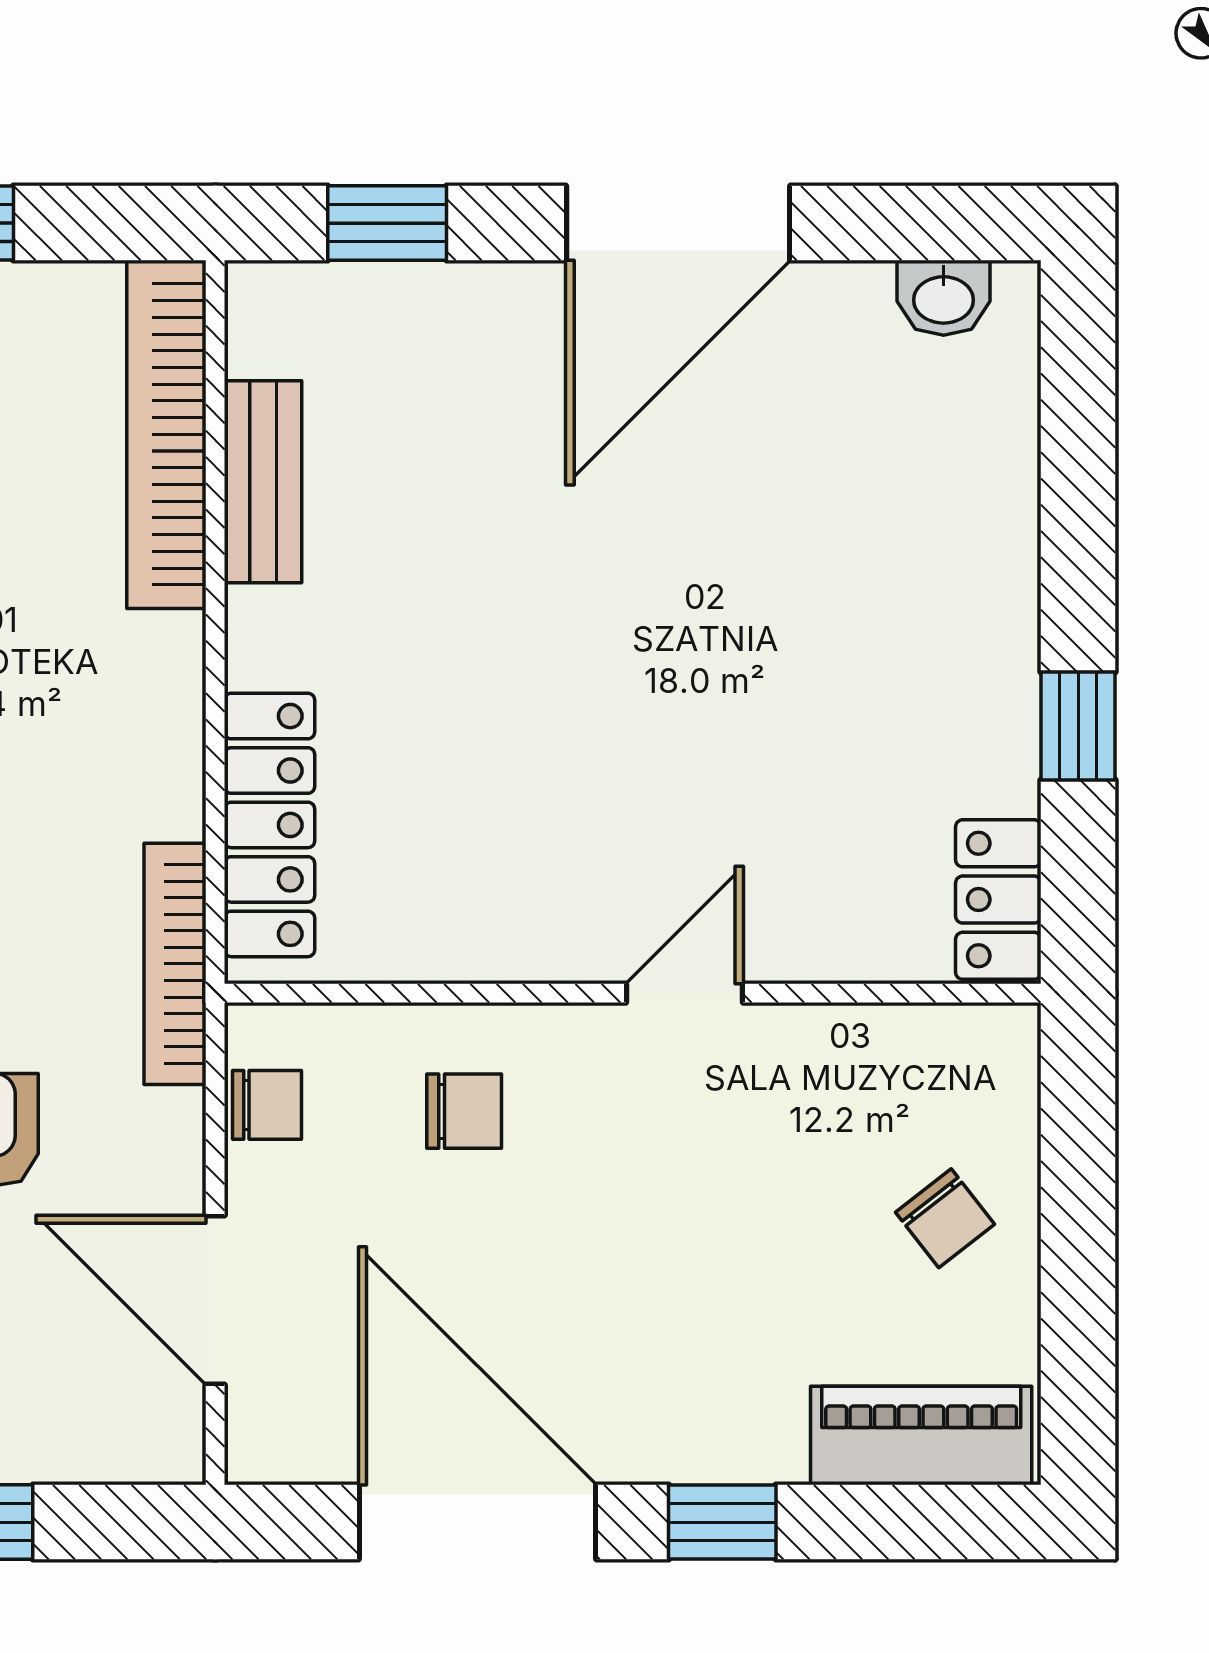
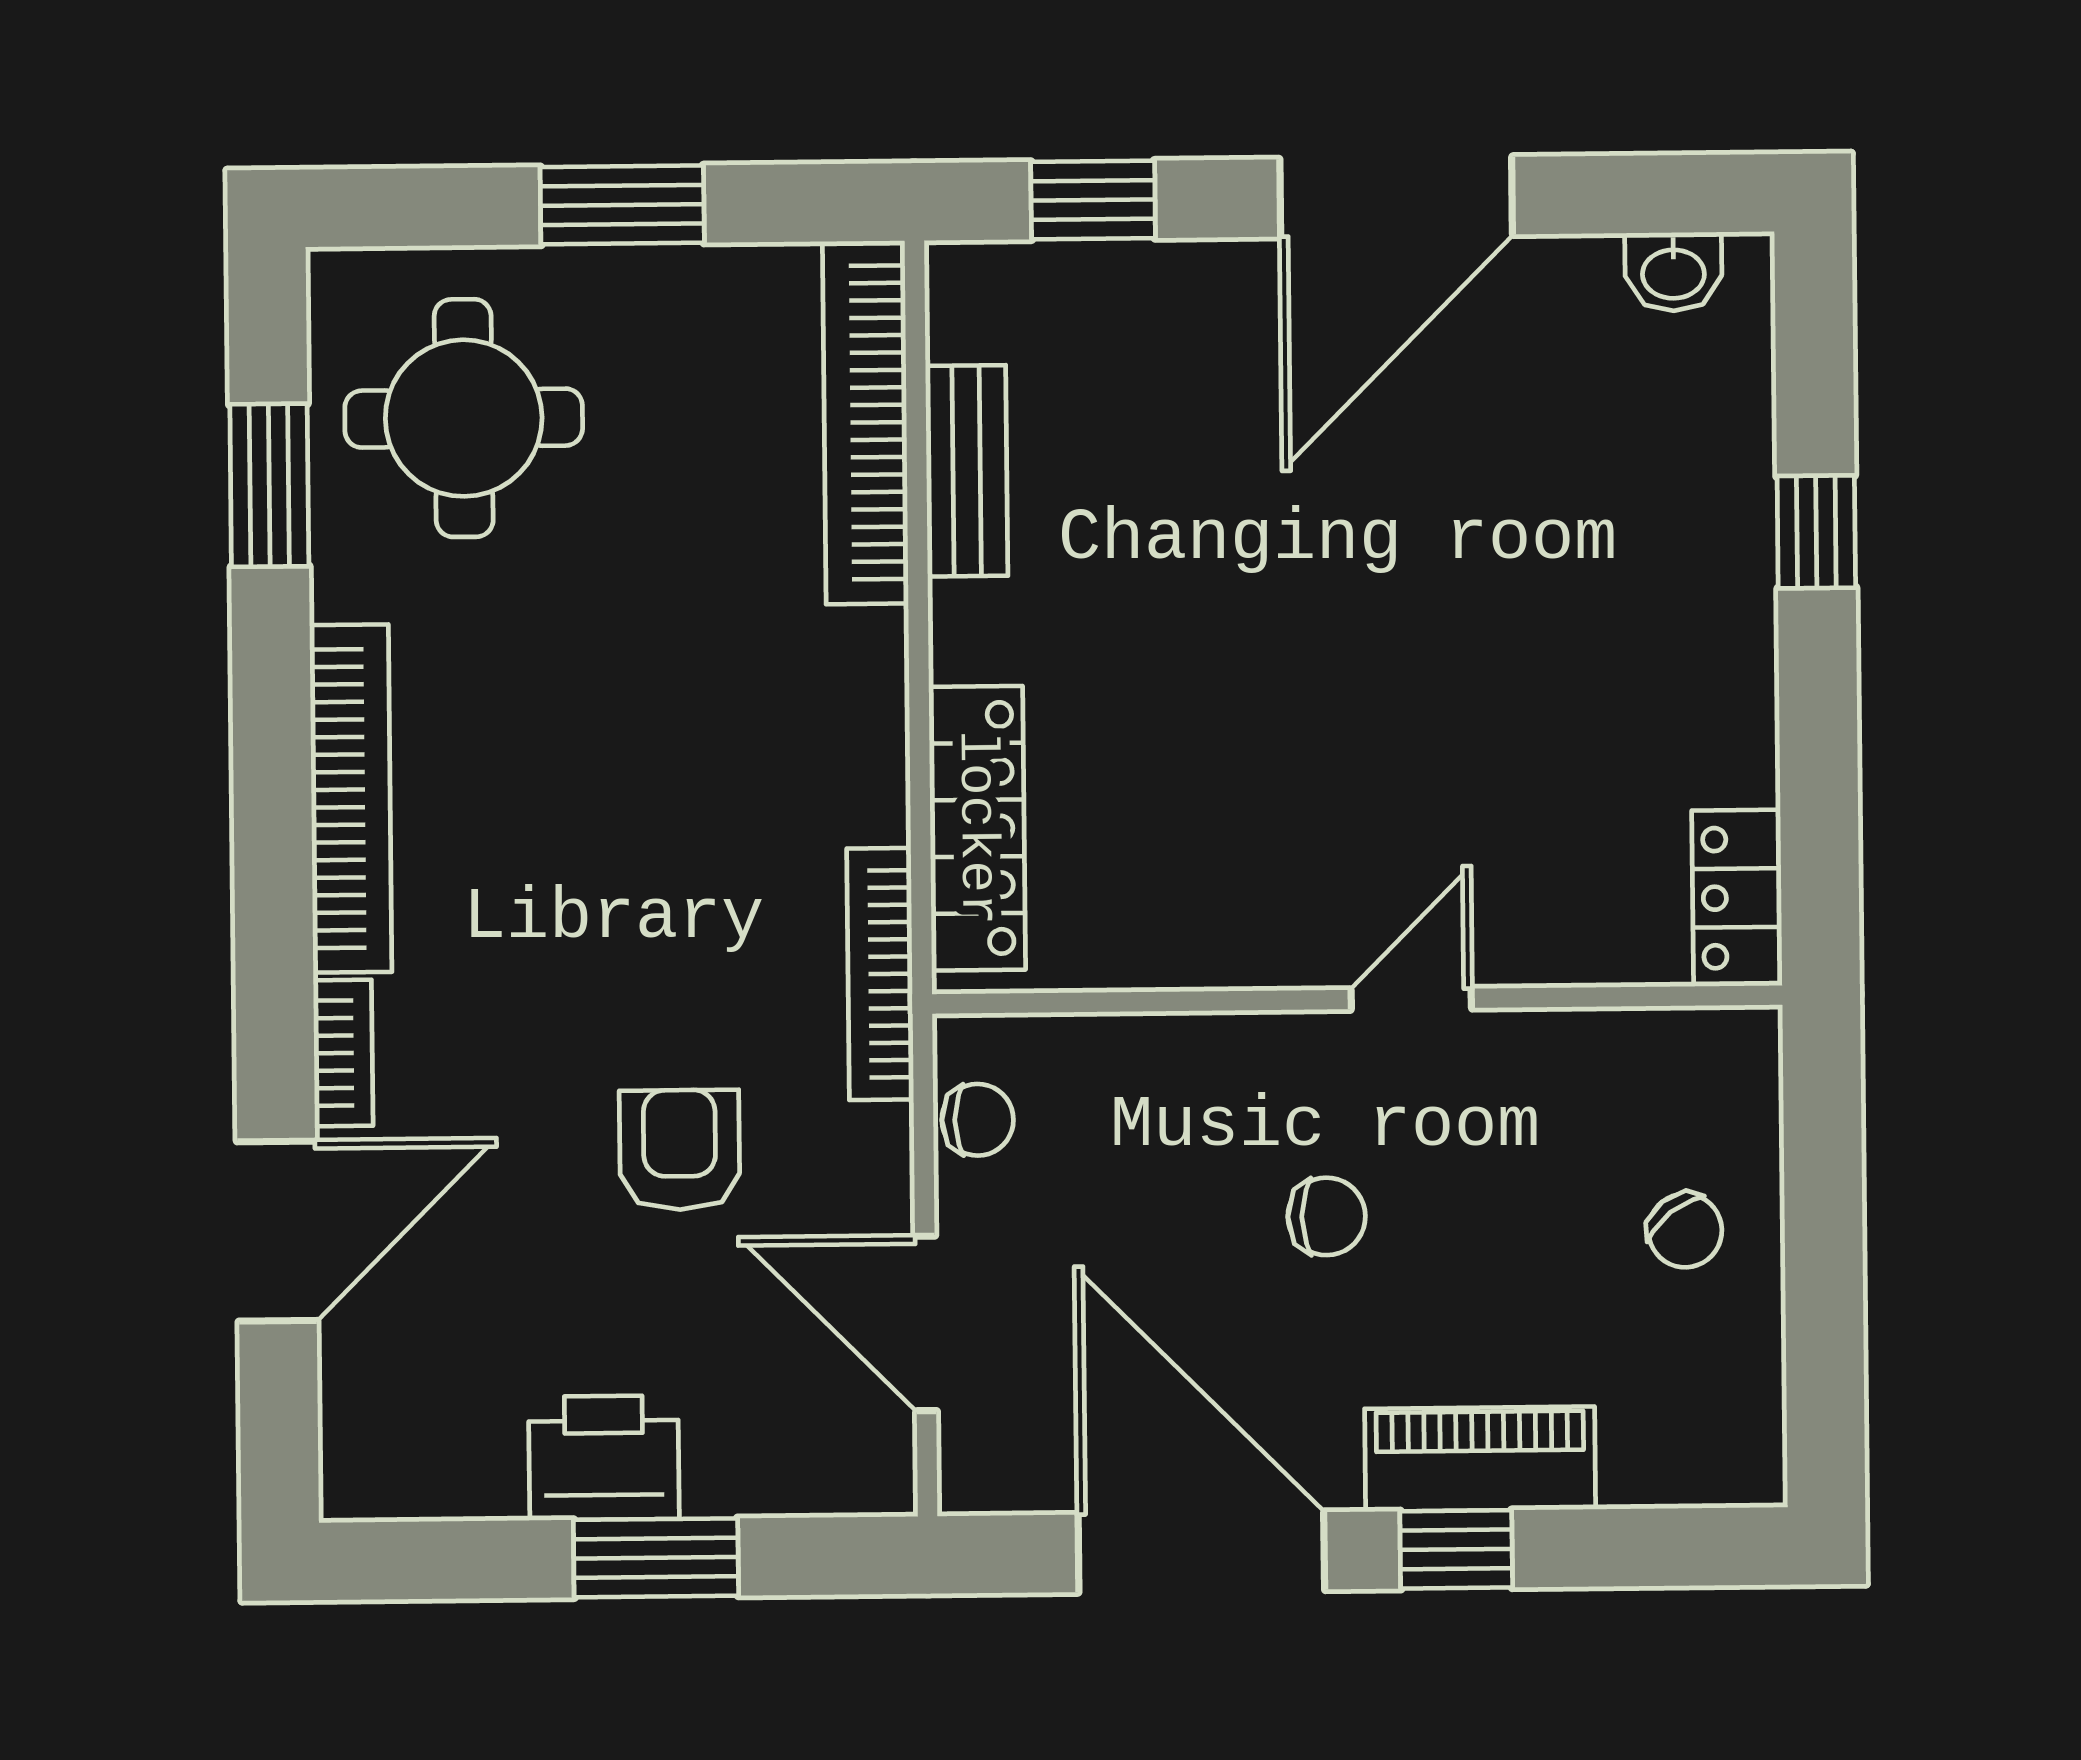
window: (1078, 726) -> (1816, 532), moved
chair: (464, 1111) -> (1327, 1216), moved
piano: (921, 1436) -> (1480, 1459), moved

